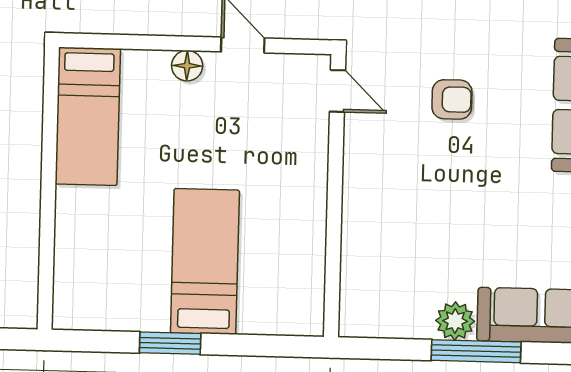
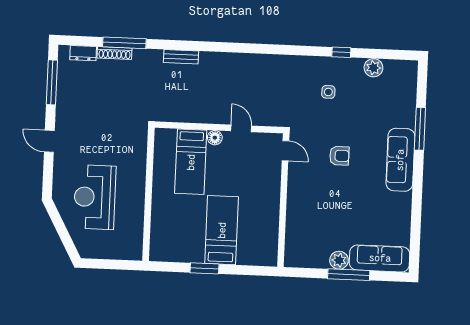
bed: (88, 116) -> (191, 162), moved

